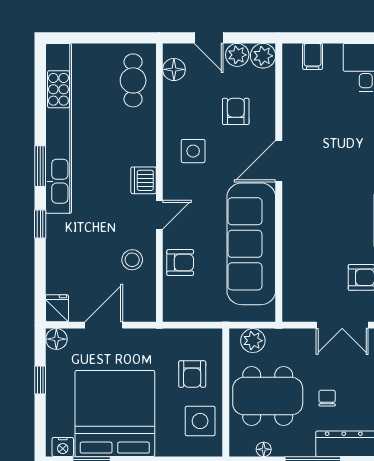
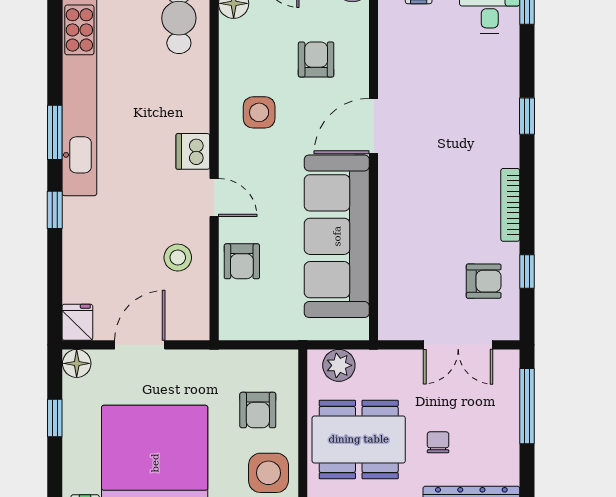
door: (159, 215) -> (214, 198), hinge flipped
armchair: (180, 263) -> (242, 261), turned 90

